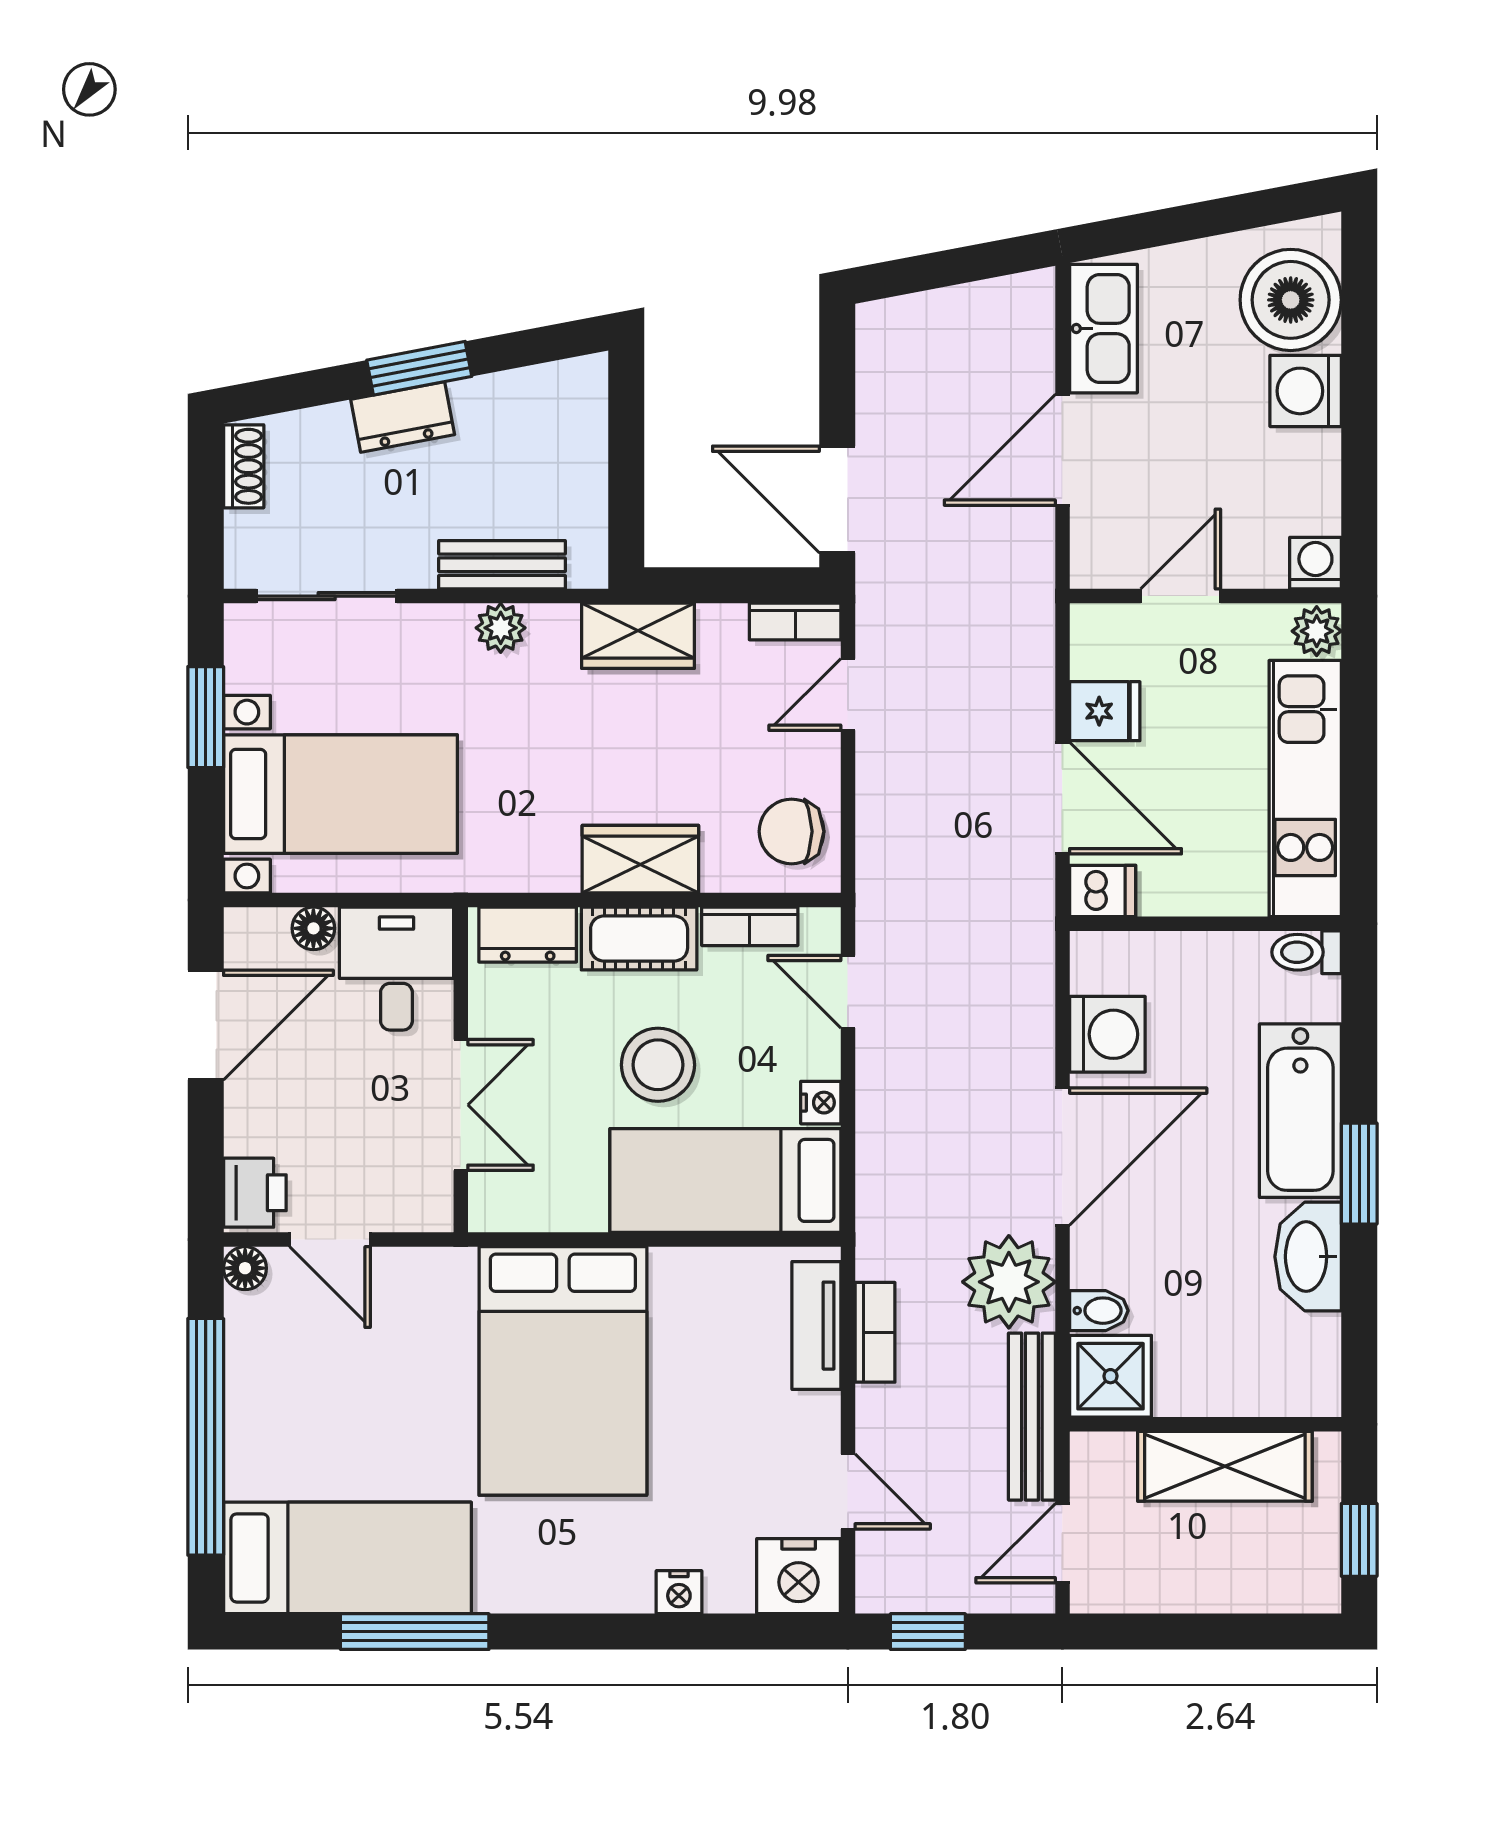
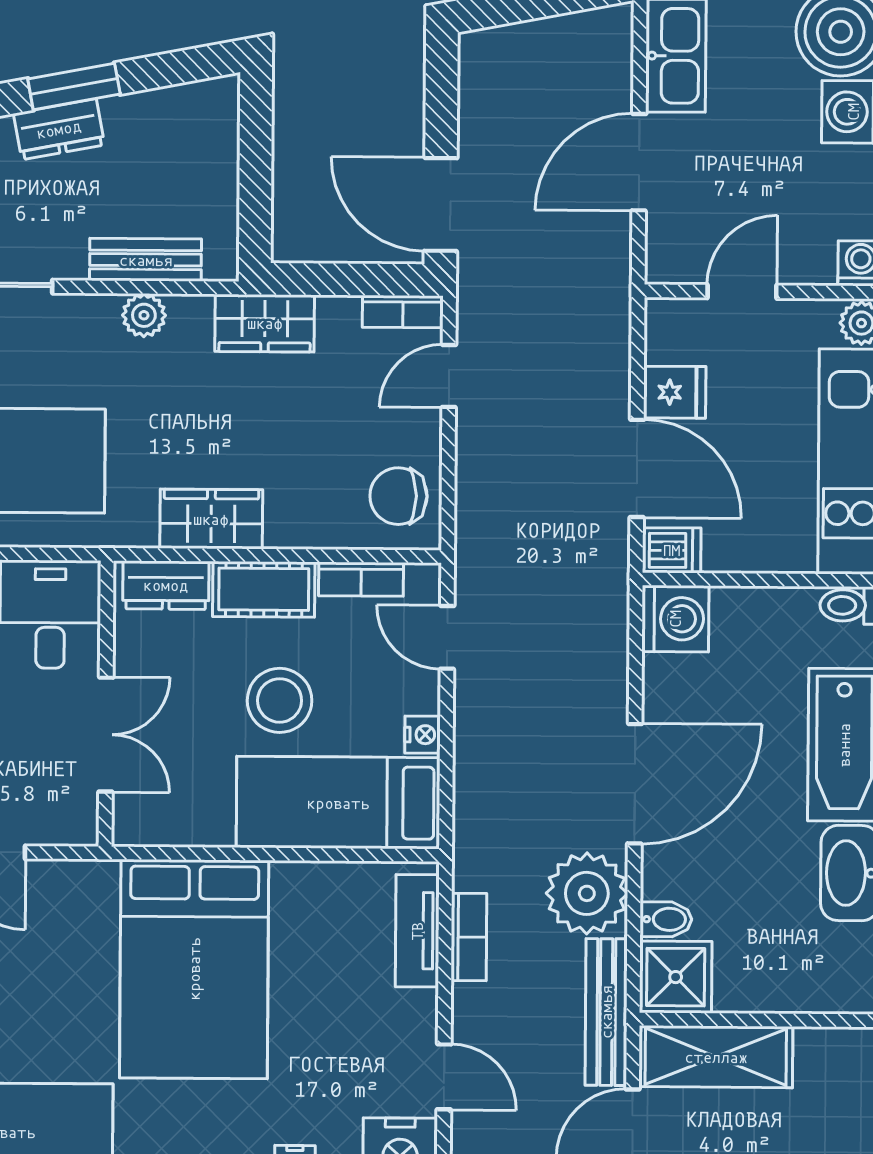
wardrobe: (640, 859) -> (211, 519), moved
washing machine: (1107, 1034) -> (675, 619), moved
shelving: (1225, 1466) -> (716, 1057), moved

